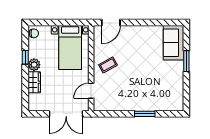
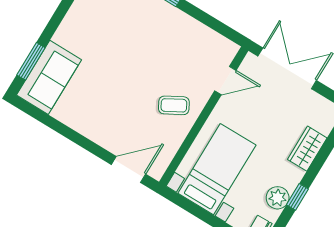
window: (186, 61) -> (31, 61), moved
plant: (34, 65) -> (278, 198), moved

